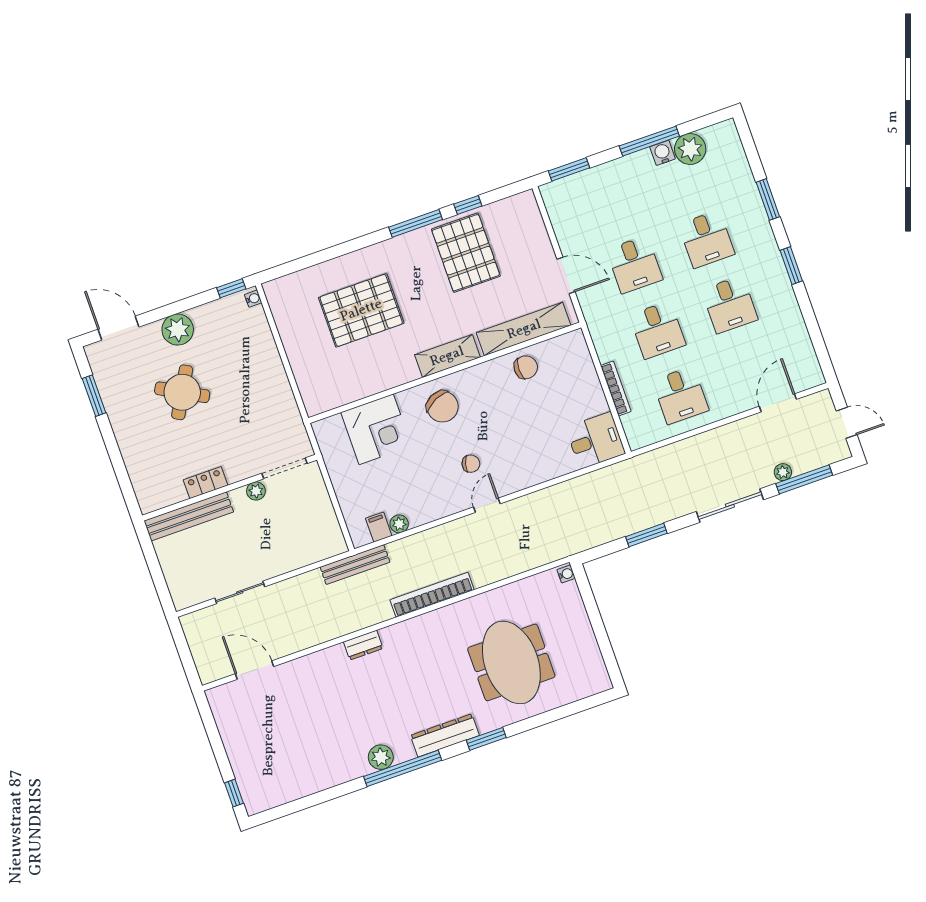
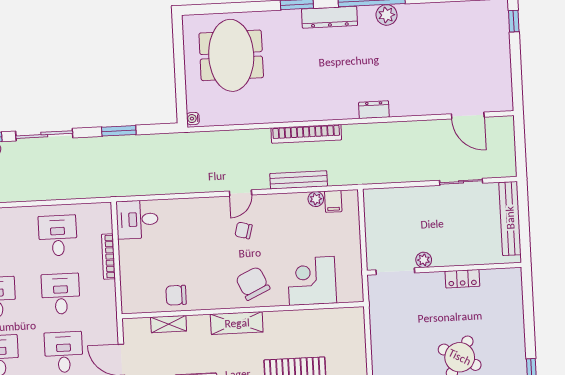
shelving: (524, 329) -> (169, 324), width x0.45, depth x0.75
bench: (189, 516) -> (510, 218), moved, turned 90
bench: (355, 565) -> (299, 180), moved
meeting table: (511, 662) -> (231, 55), moved

